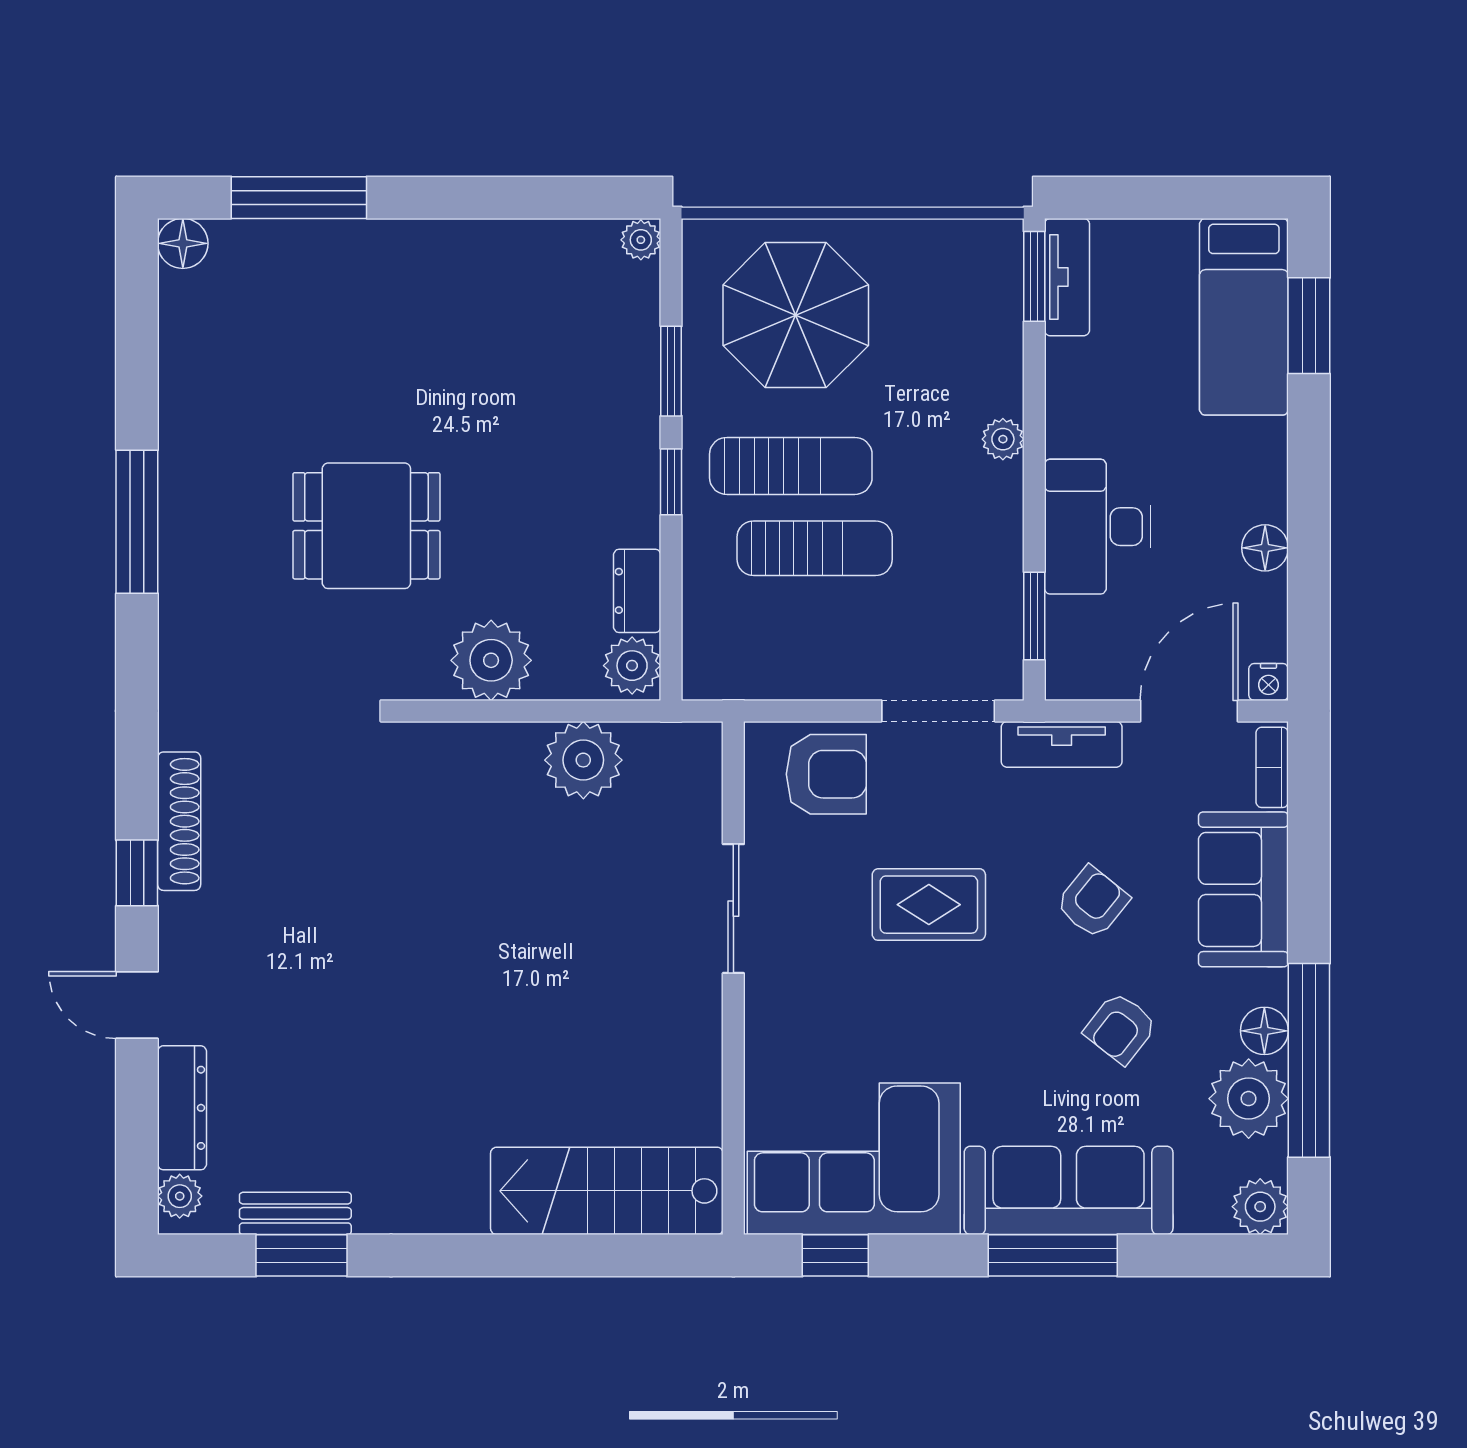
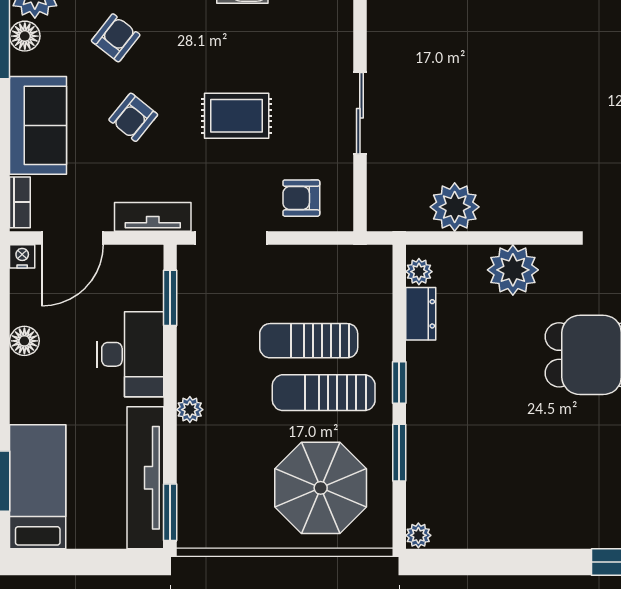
tv unit: (1067, 277) -> (145, 478), width x1.92, depth x1.29
plant: (632, 666) -> (419, 272), width x0.73, depth x0.73
armchair: (826, 774) -> (301, 198), width x0.72, depth x0.72

